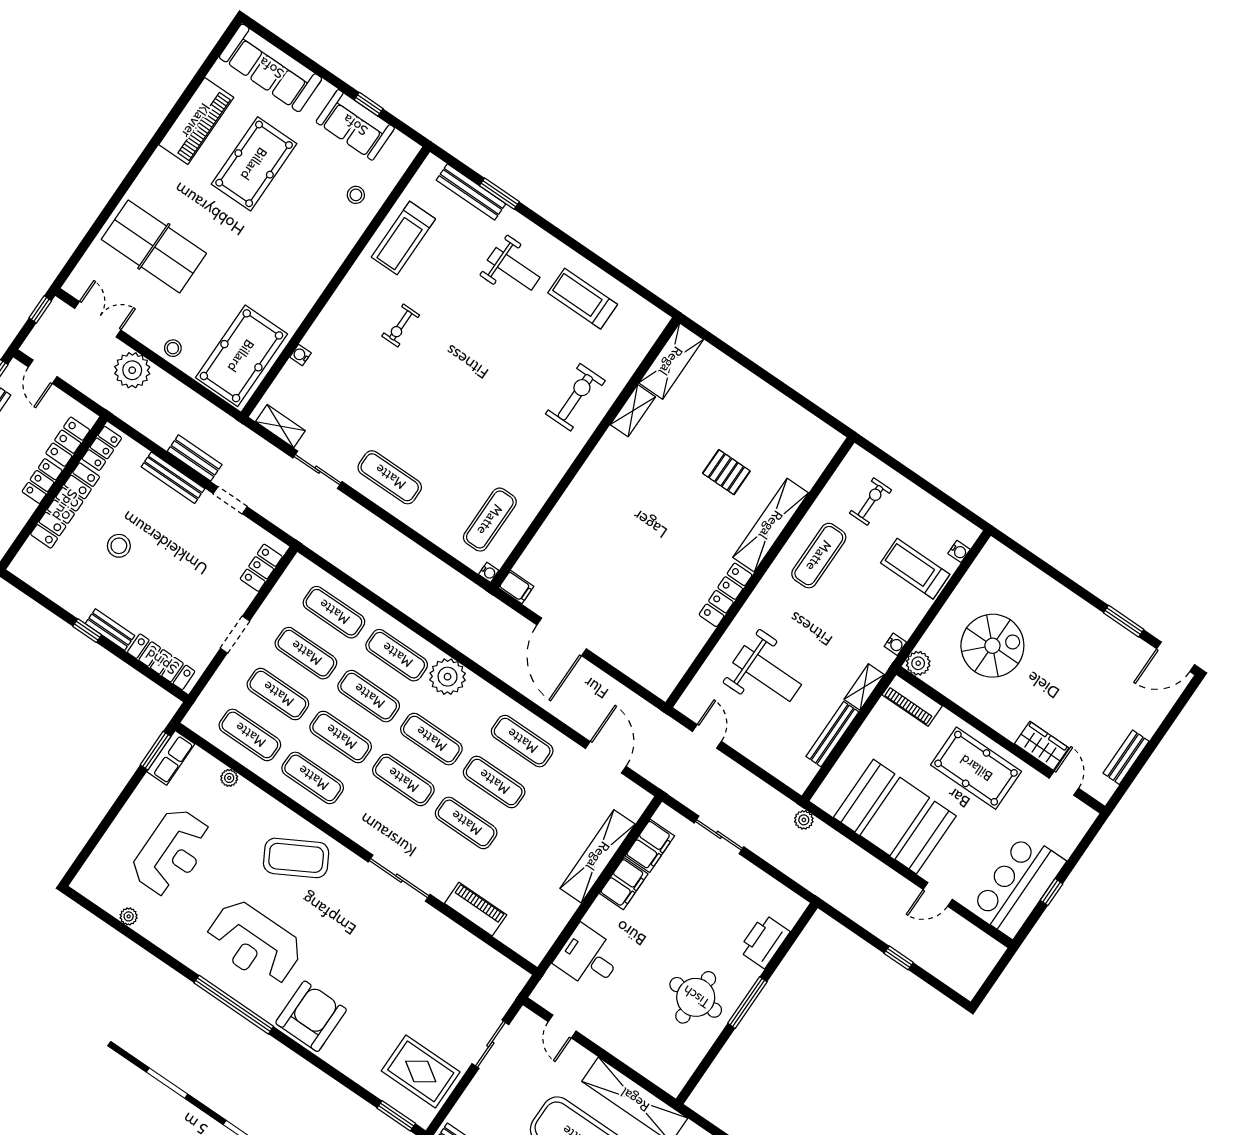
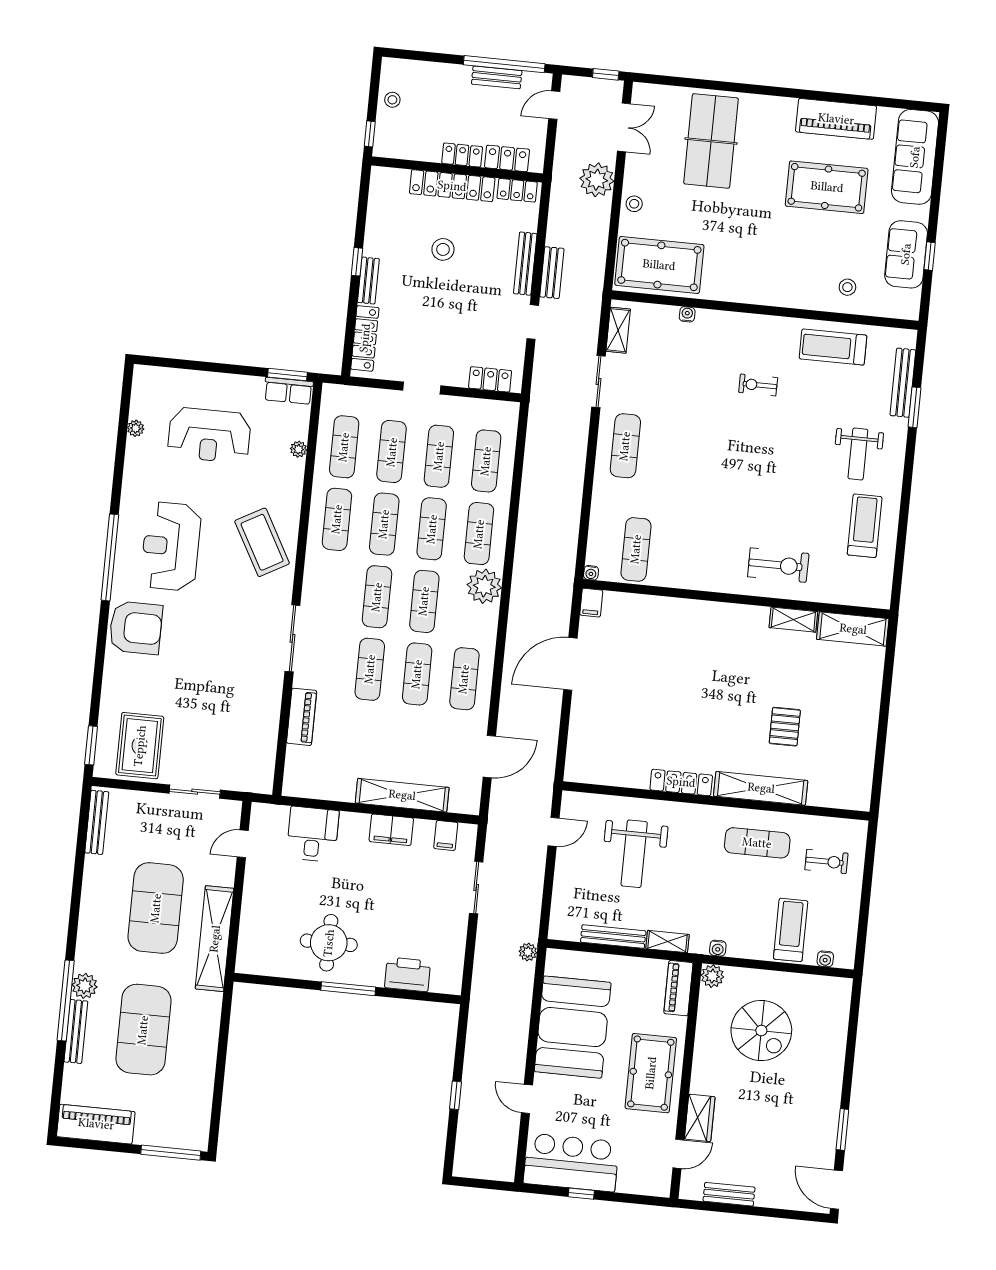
exercise mat: (490, 520) -> (636, 549), turned 90
filing cabinet: (650, 846) -> (446, 835), width x0.50

